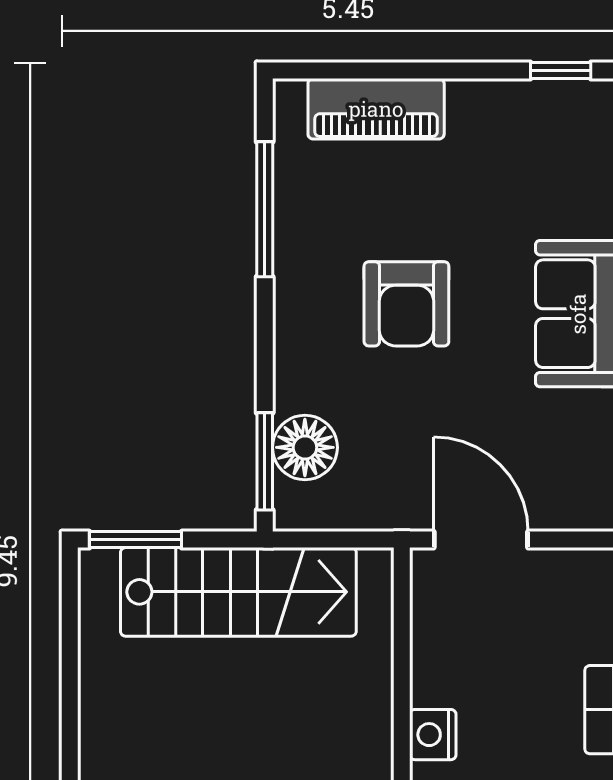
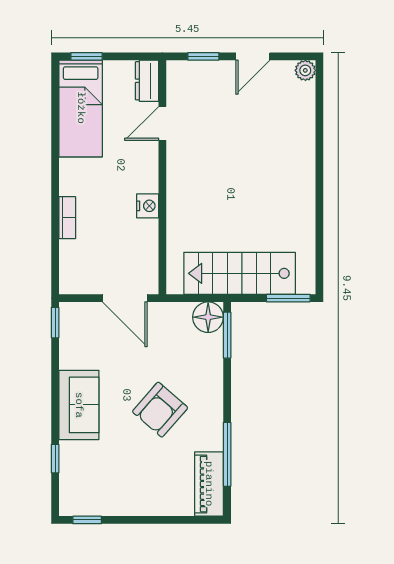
piano: (376, 109) -> (209, 484), moved, turned -90
armchair: (406, 304) -> (160, 410), turned -139
floor lamp: (305, 447) -> (208, 317), moved

